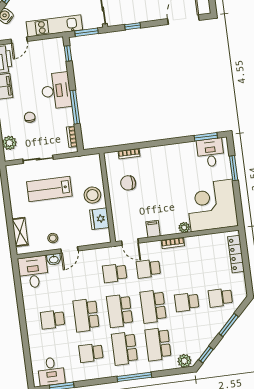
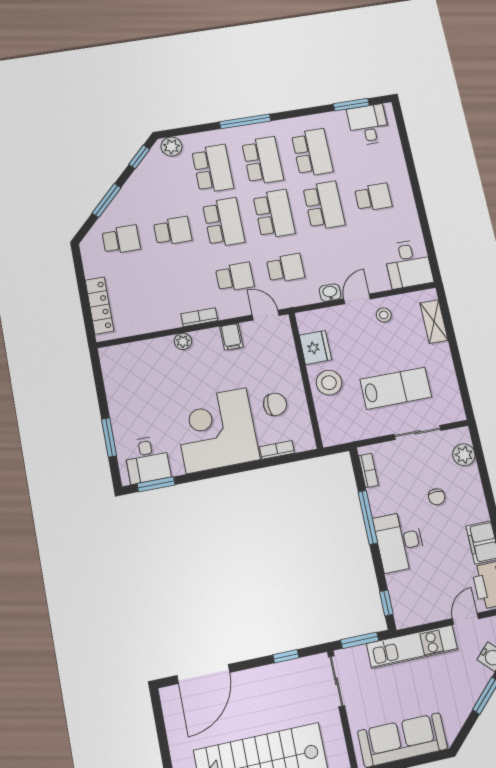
corner desk: (212, 206) -> (216, 430), moved, turned 180
washbasin: (54, 259) -> (330, 293), moved
school desk: (91, 353) -> (312, 153), width x1.85

